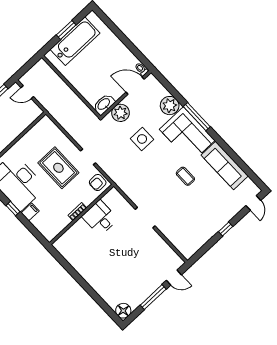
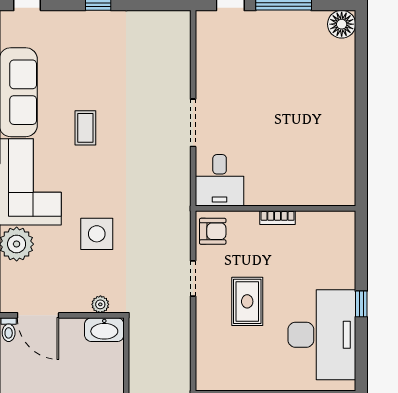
plant: (121, 113) -> (100, 304), width x0.53, depth x0.53
rug: (58, 168) -> (247, 301), width x0.73, depth x0.70
filing cabinet: (30, 212) -> (342, 278), removed
desk: (100, 218) -> (220, 180), moved

